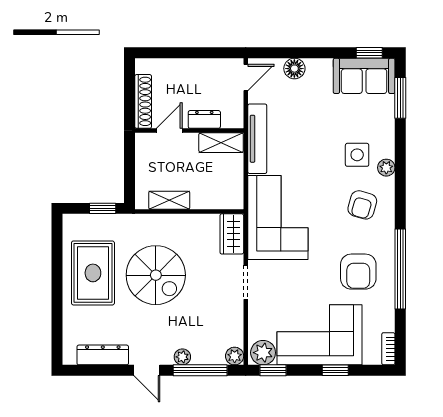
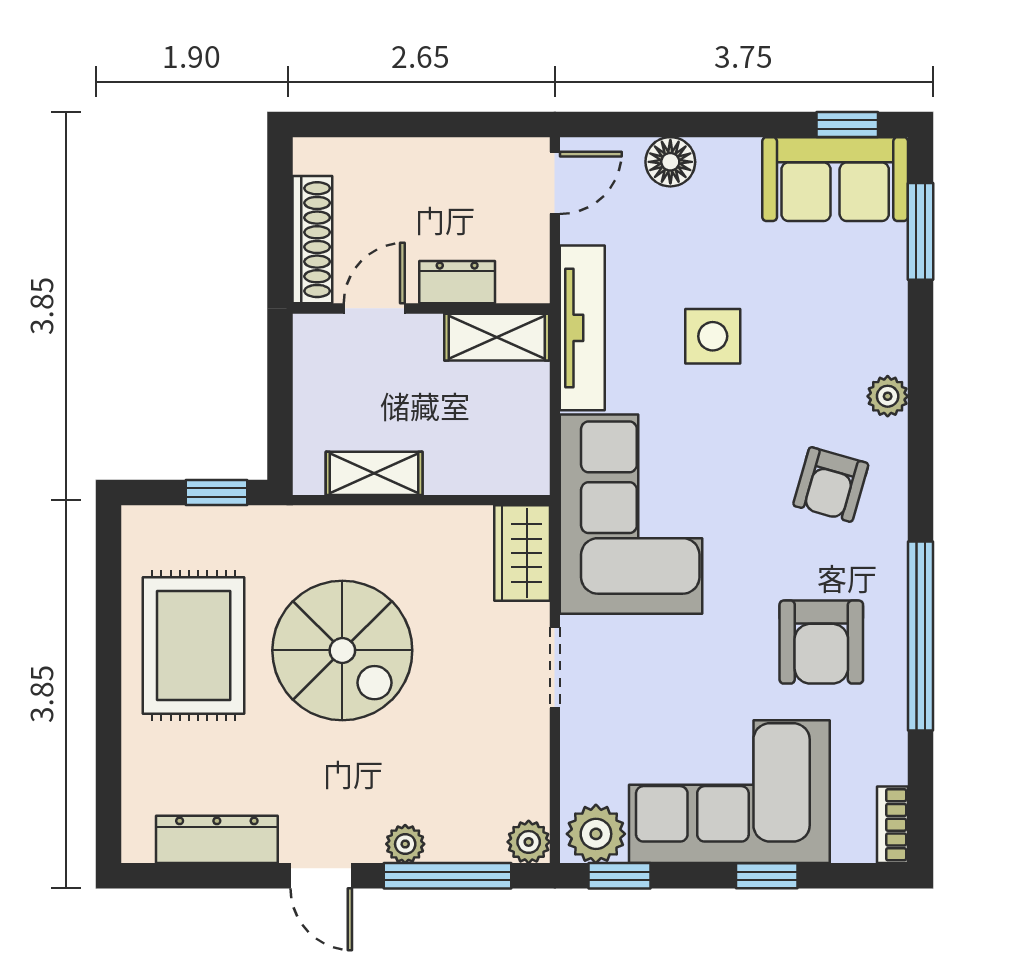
side table: (357, 155) -> (713, 336), moved

